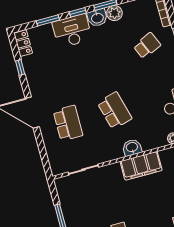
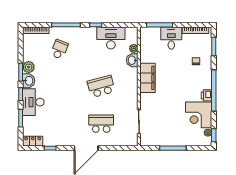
school desk: (147, 46) -> (59, 49), turned 45
washbasin: (132, 147) -> (132, 60), moved

